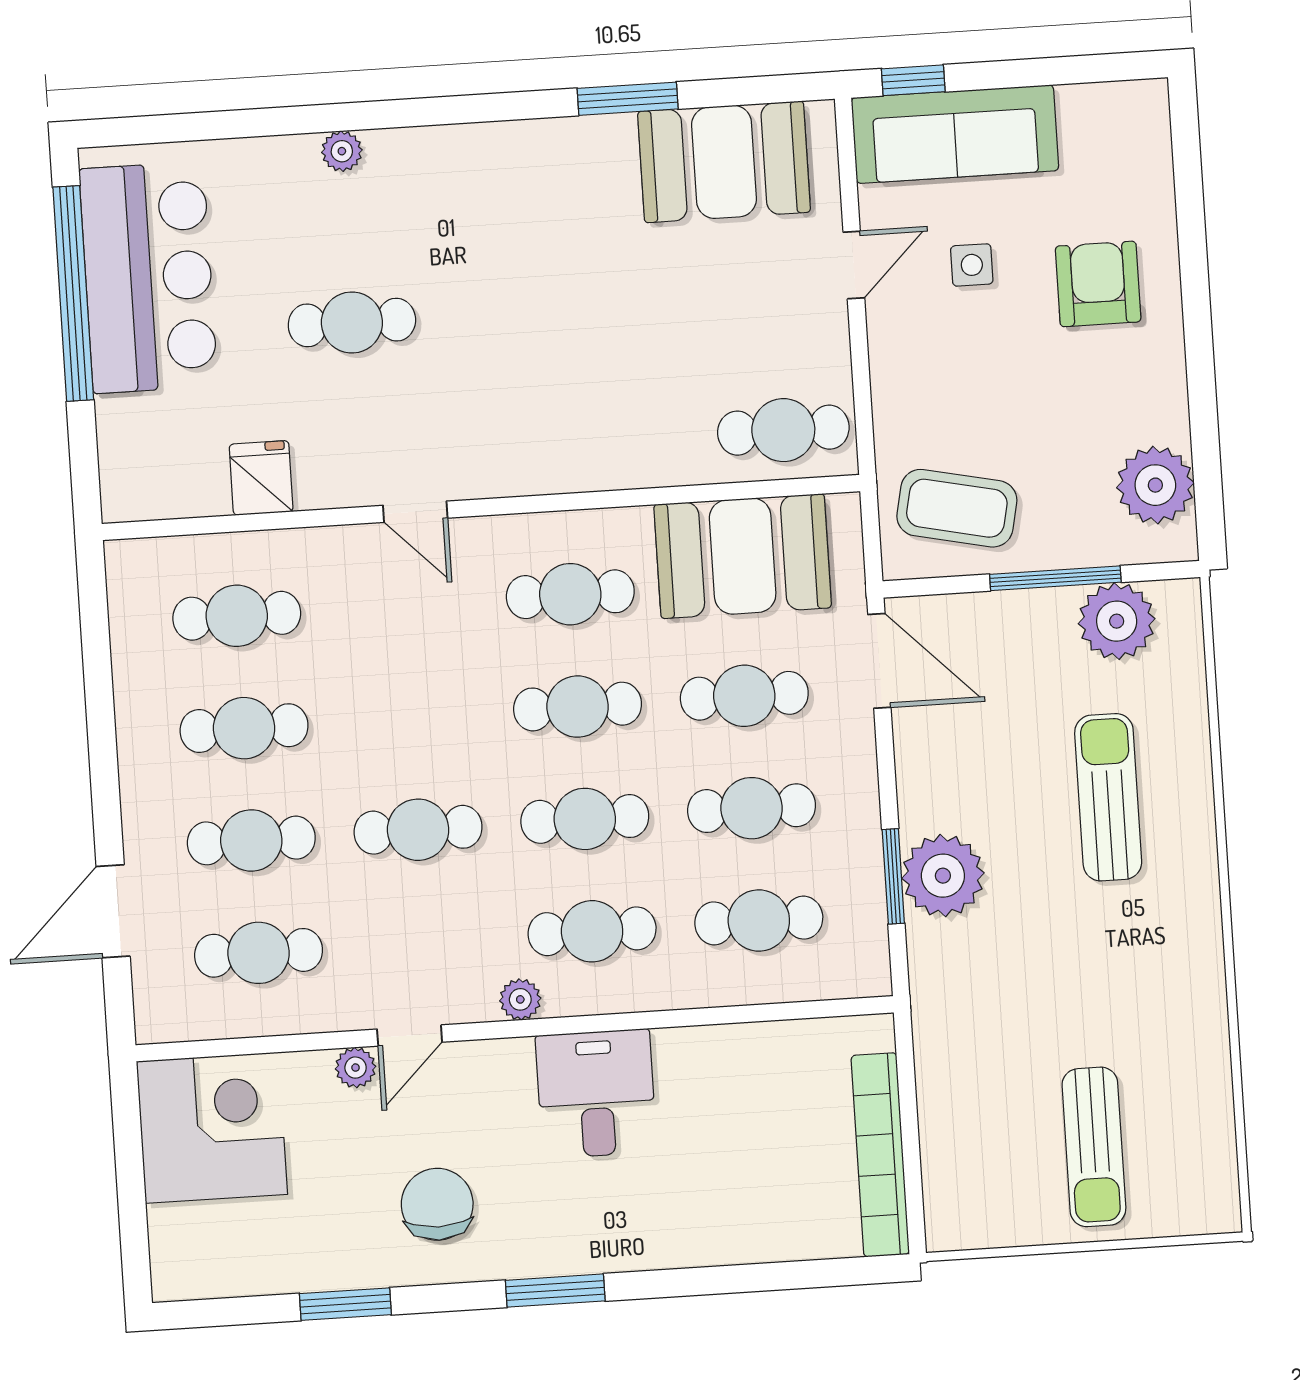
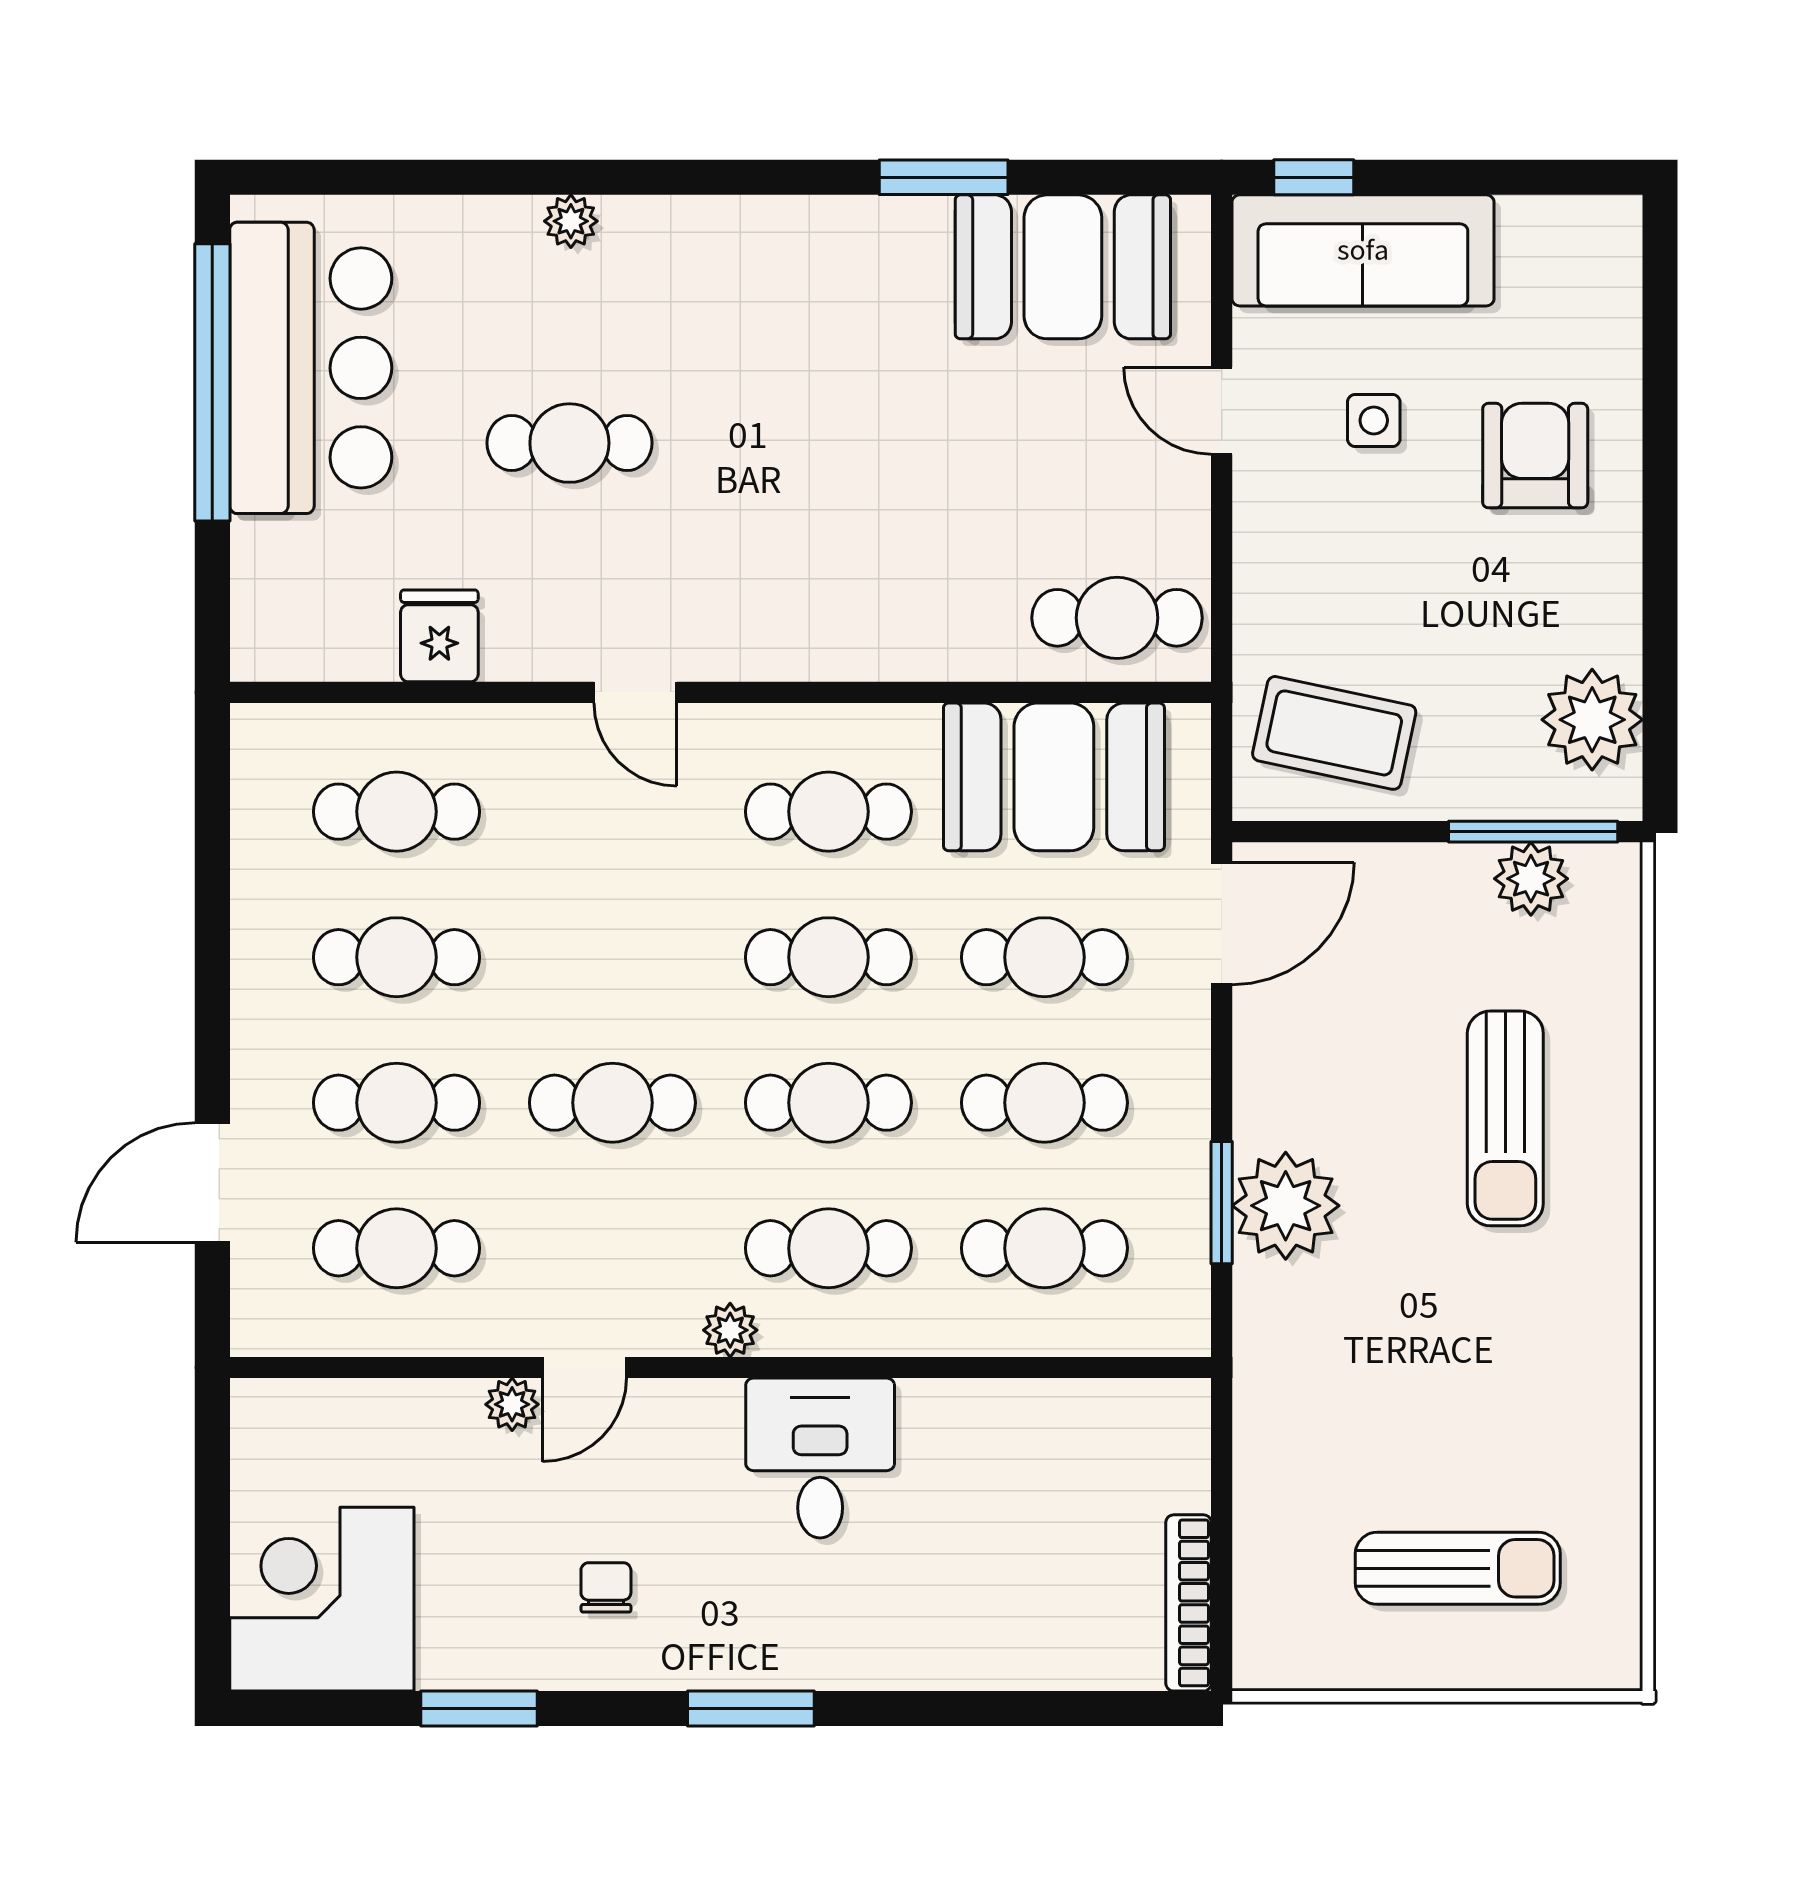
door: (854, 265) -> (1222, 411), swing flipped
window: (1055, 578) -> (1533, 832), moved
plant: (1117, 621) -> (1531, 879), width x0.73, depth x0.73
door: (879, 661) -> (1222, 923), hinge flipped
sun lounger: (1108, 797) -> (1505, 1118), turned 180
corner desk: (212, 1128) -> (322, 1599), moved, turned -90
sun lounger: (1094, 1147) -> (1458, 1568), turned -90
bookcase: (880, 1155) -> (1189, 1603), width x0.68, depth x0.76
chair: (437, 1204) -> (606, 1587), width x0.54, depth x0.54

